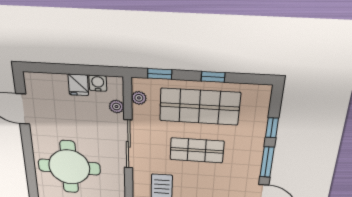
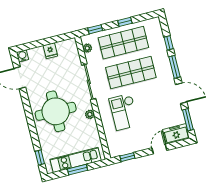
water cooler: (98, 83) -> (23, 56), moved
plant: (116, 107) -> (90, 114), moved
shop shelf: (197, 150) -> (131, 72), width x1.43, depth x1.36

